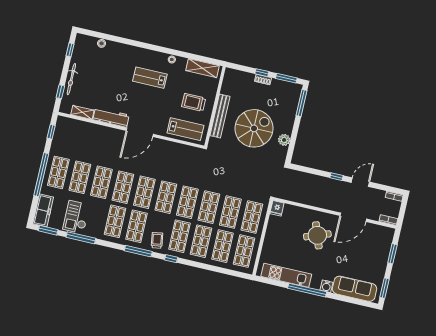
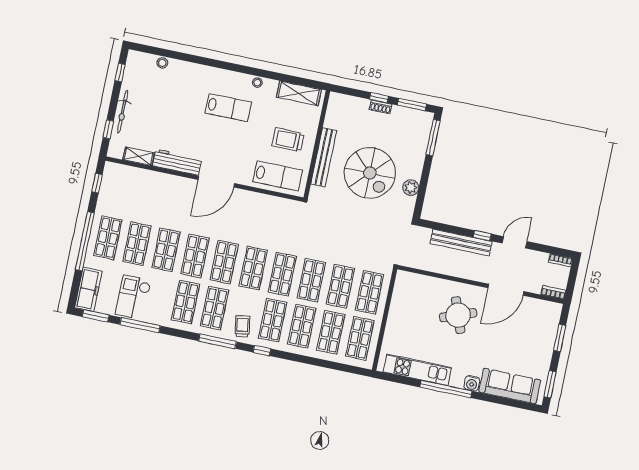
lab bench: (150, 78) -> (228, 108), turned 180
spiral stairs: (254, 128) -> (370, 173), turned 90
bench: (321, 181) -> (461, 243), added
fridge: (277, 208) -> (403, 280), removed

